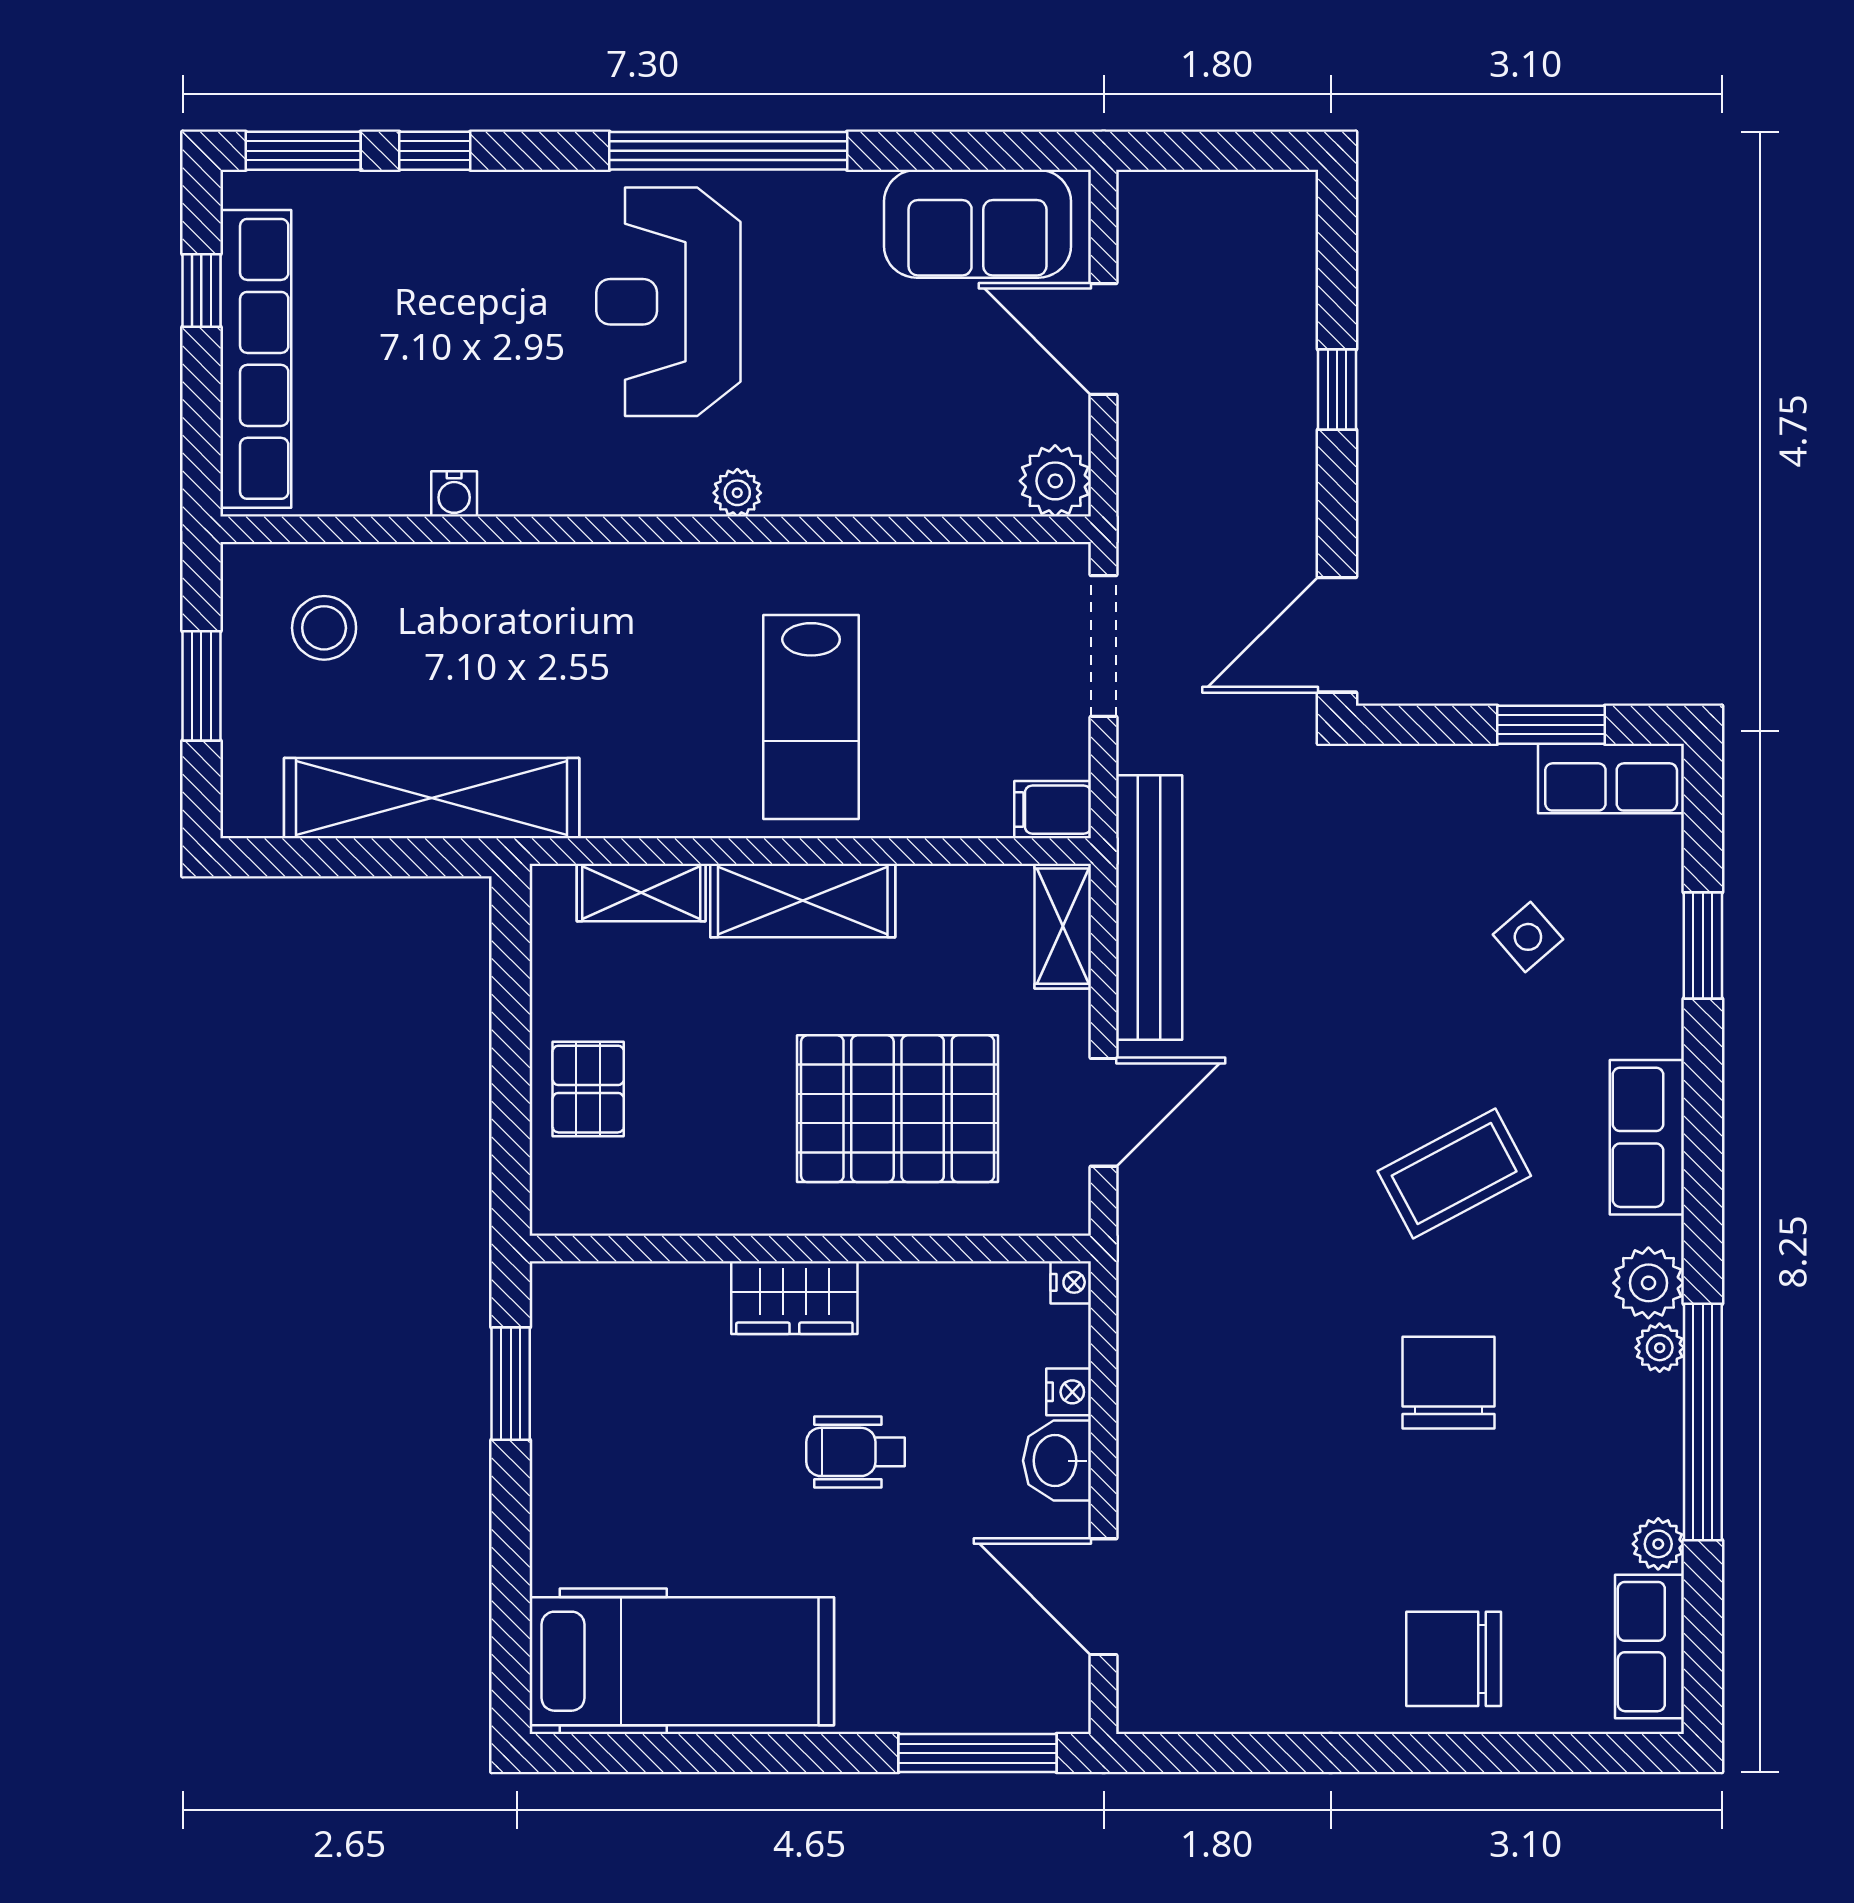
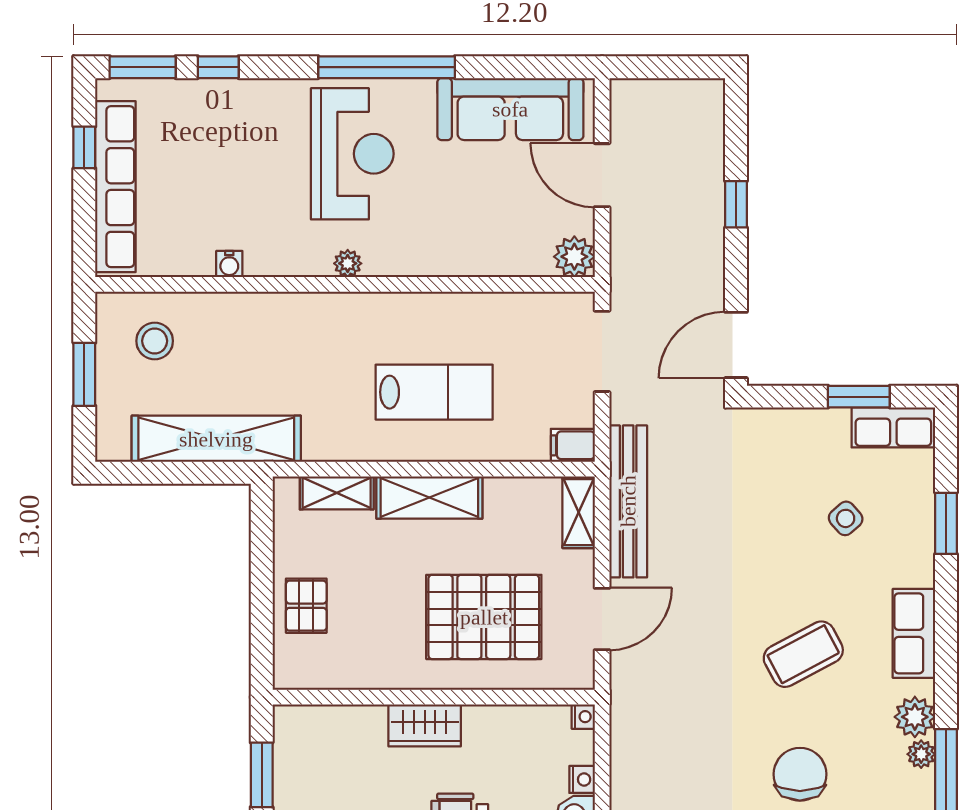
sofa: (977, 224) -> (510, 109), width x1.36
reception desk: (668, 302) -> (352, 154), turned 180
plant: (737, 493) -> (348, 263), moved
lab bench: (811, 717) -> (434, 392), turned -90

